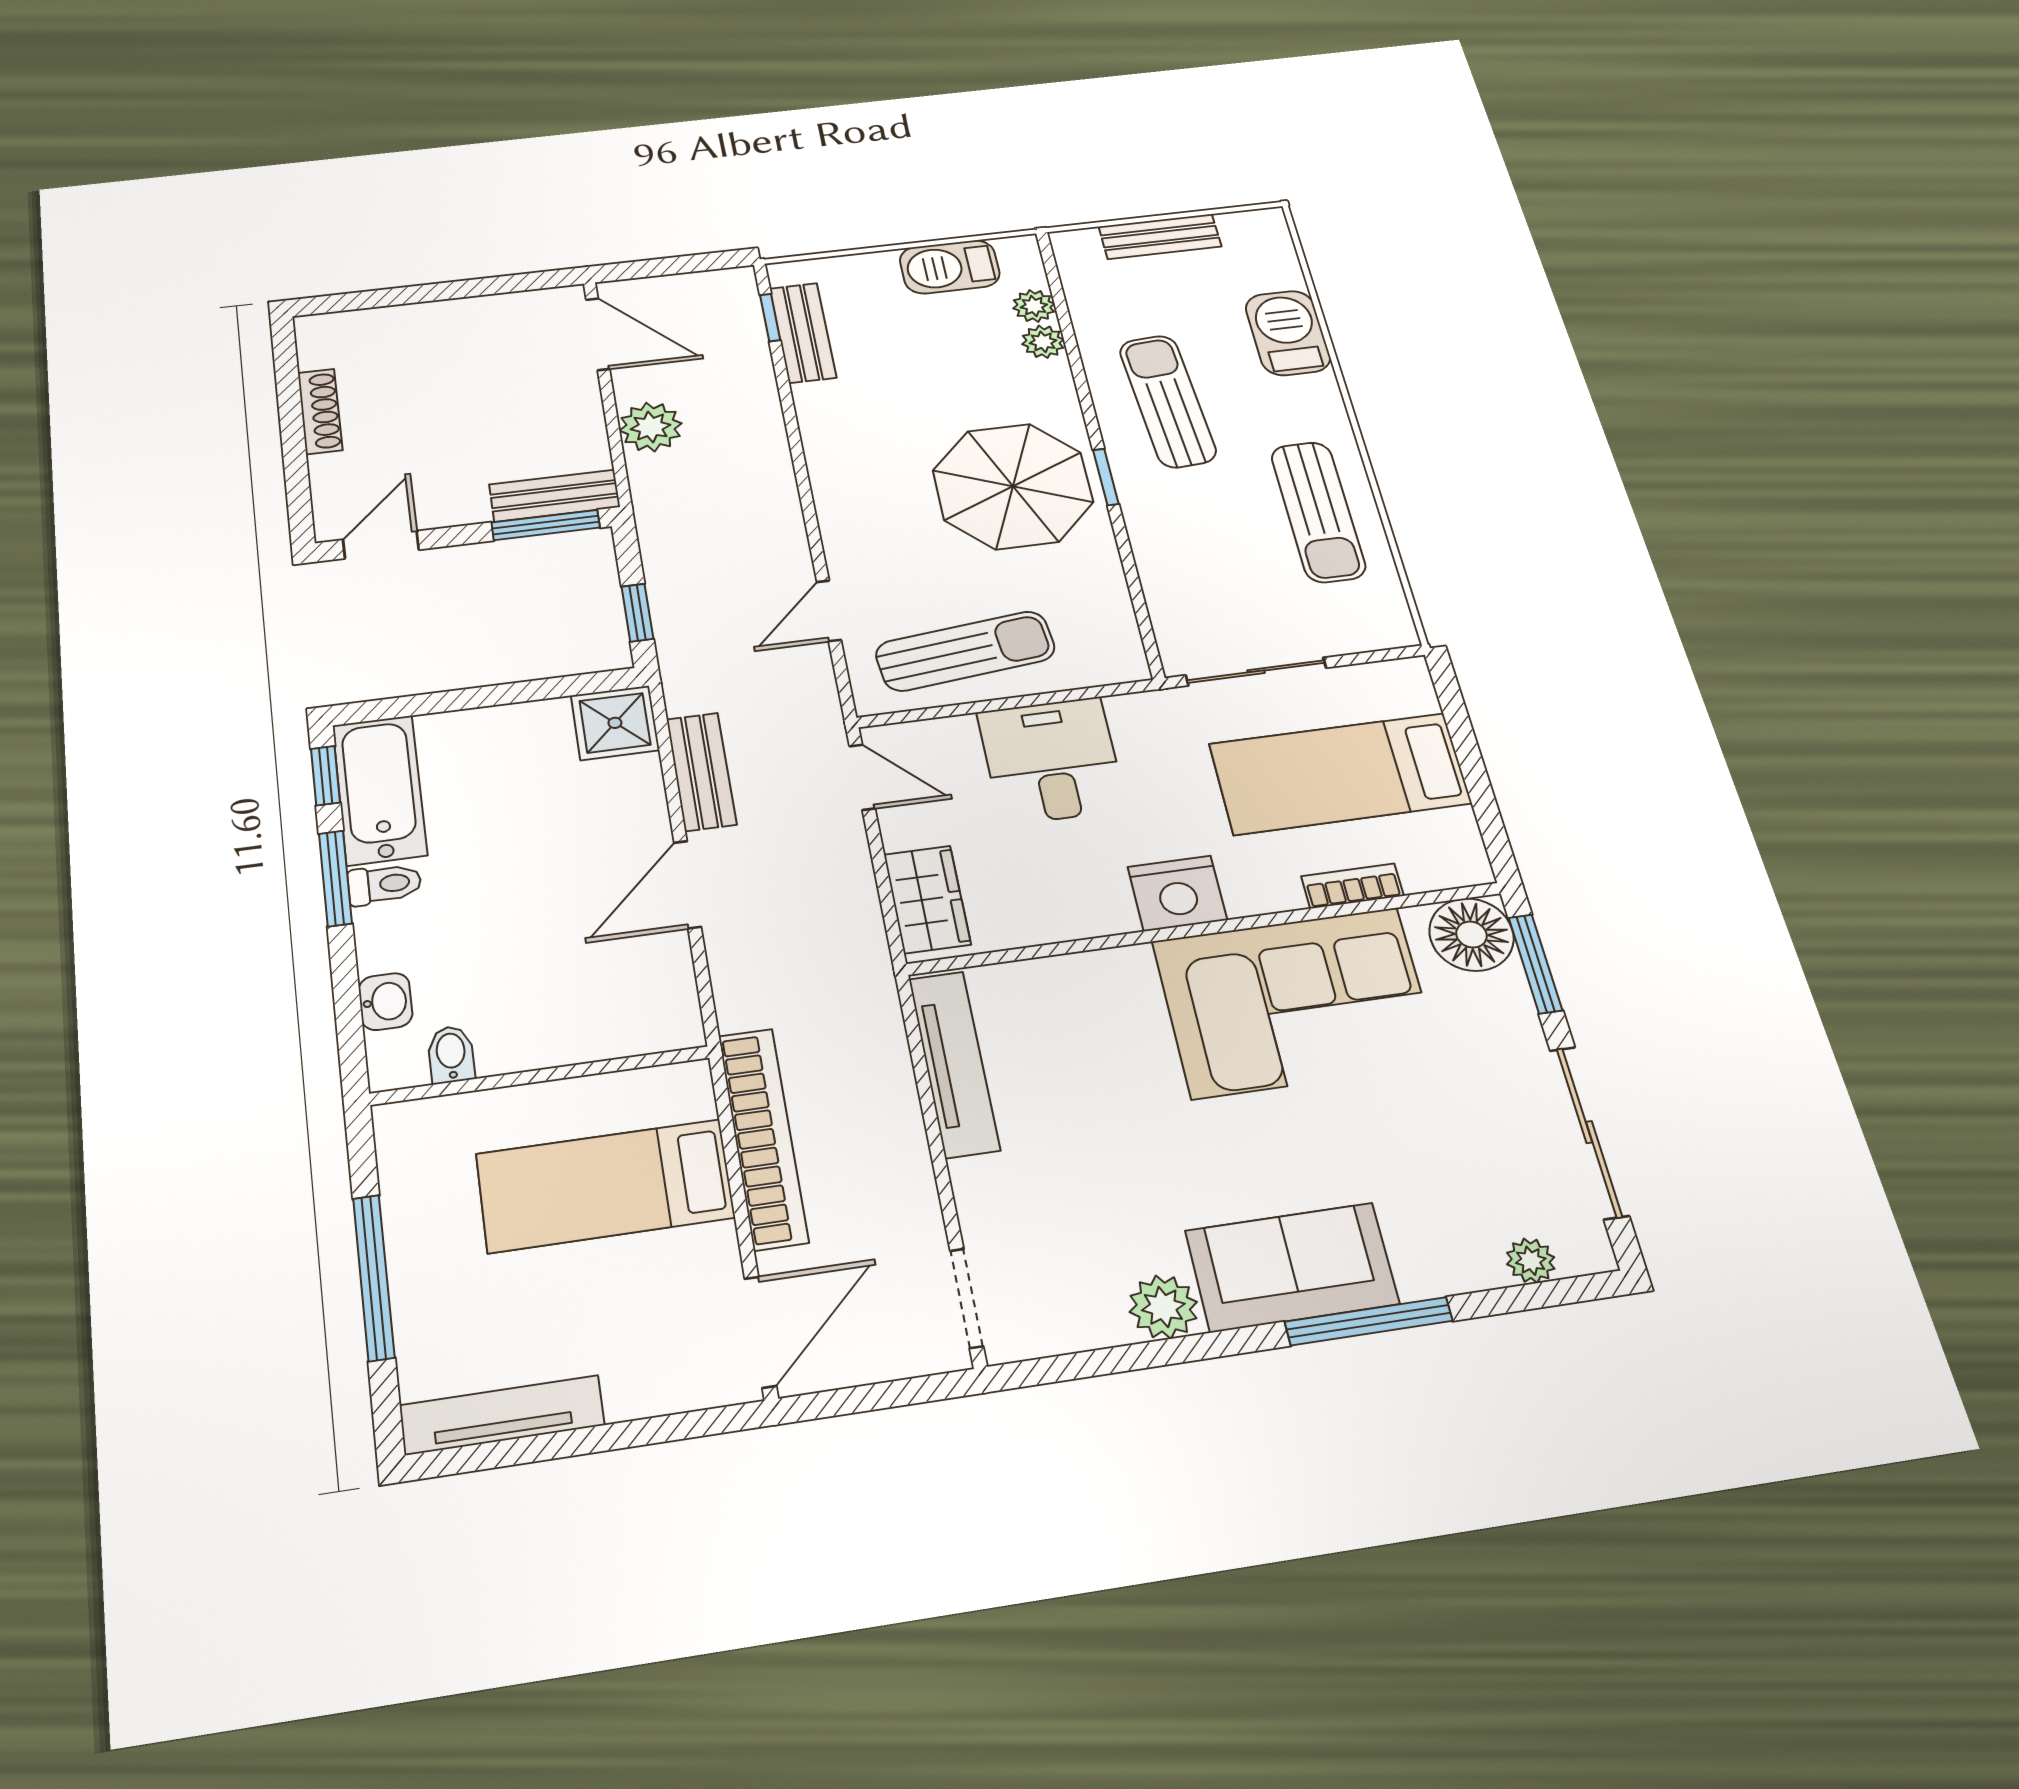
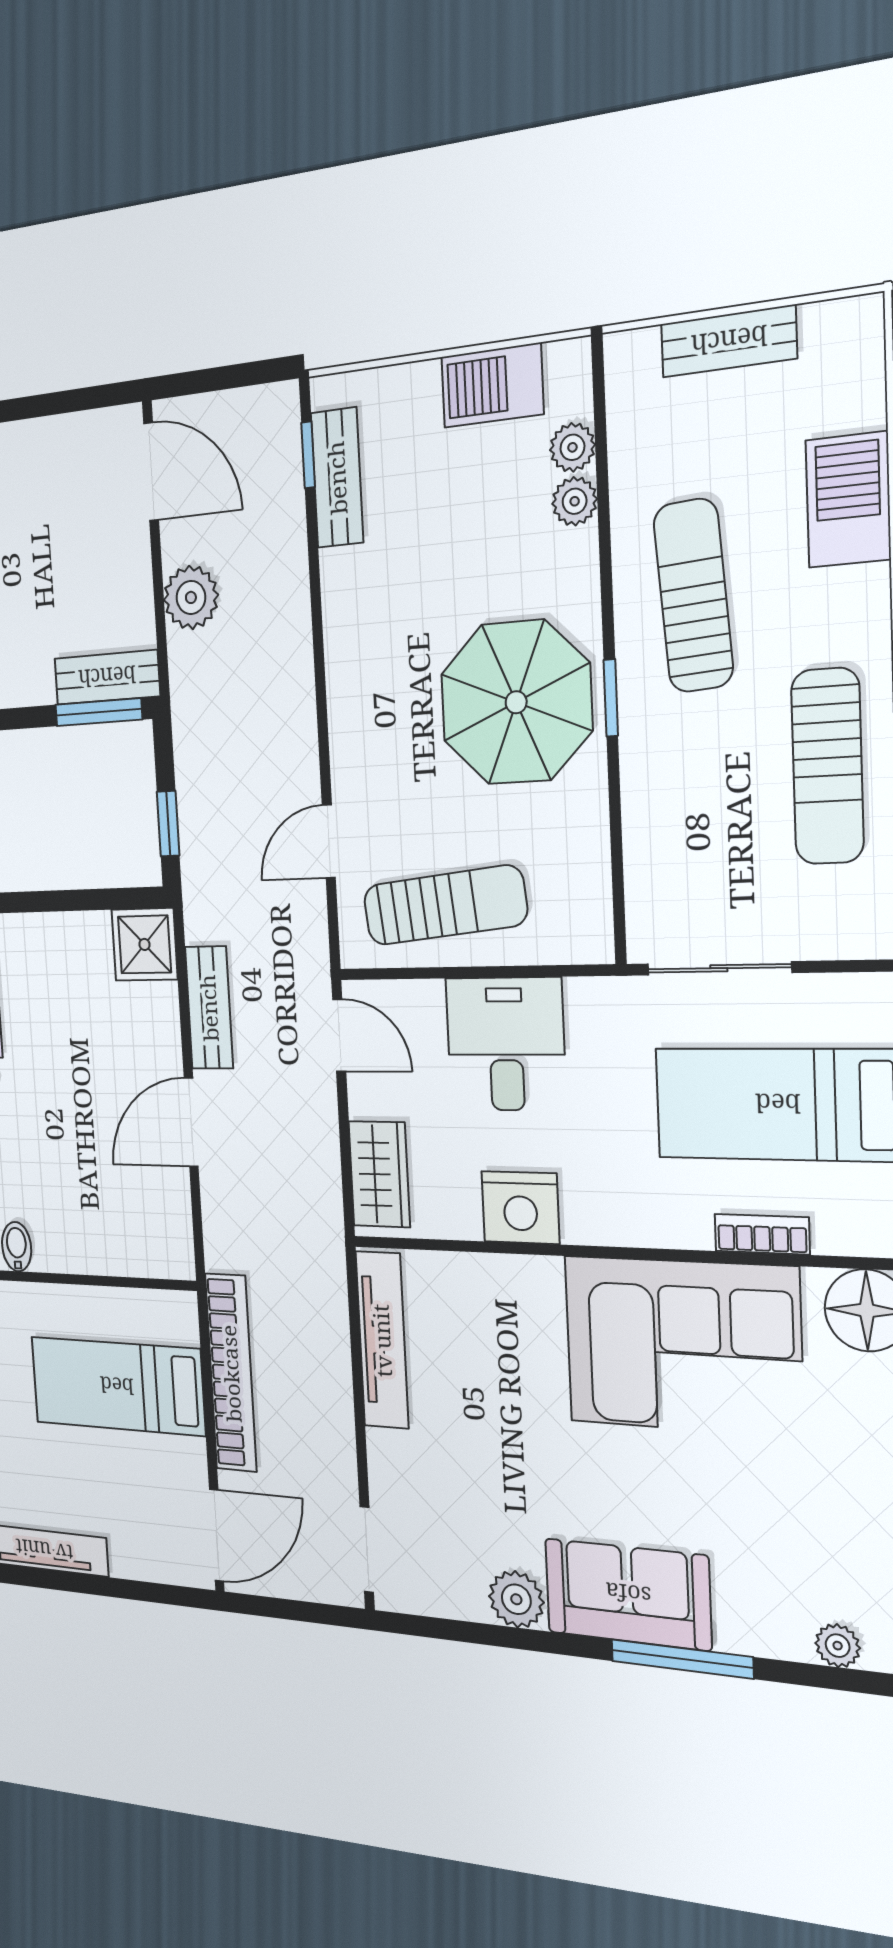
nightstand: (1177, 893) -> (520, 1208), moved

